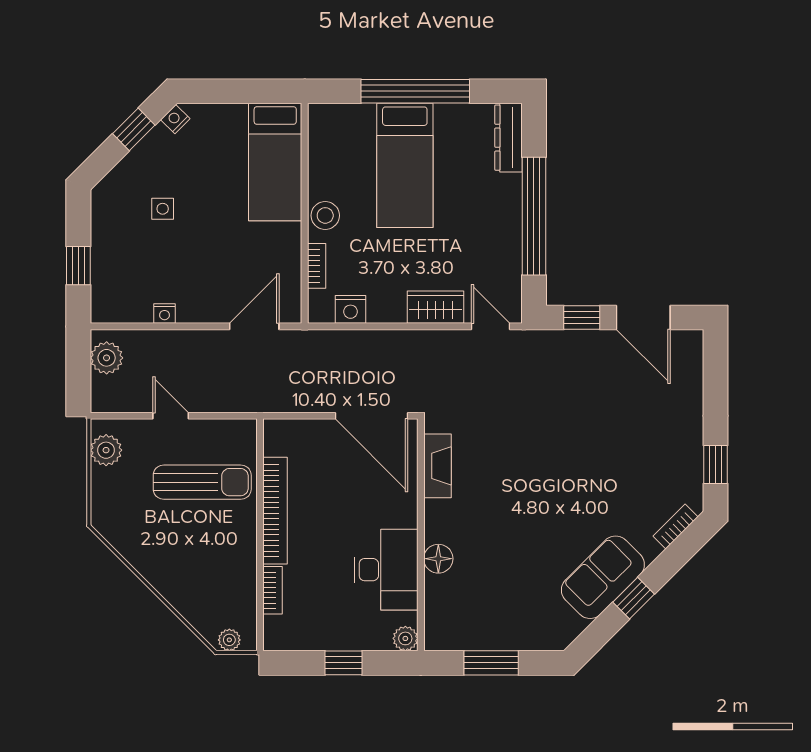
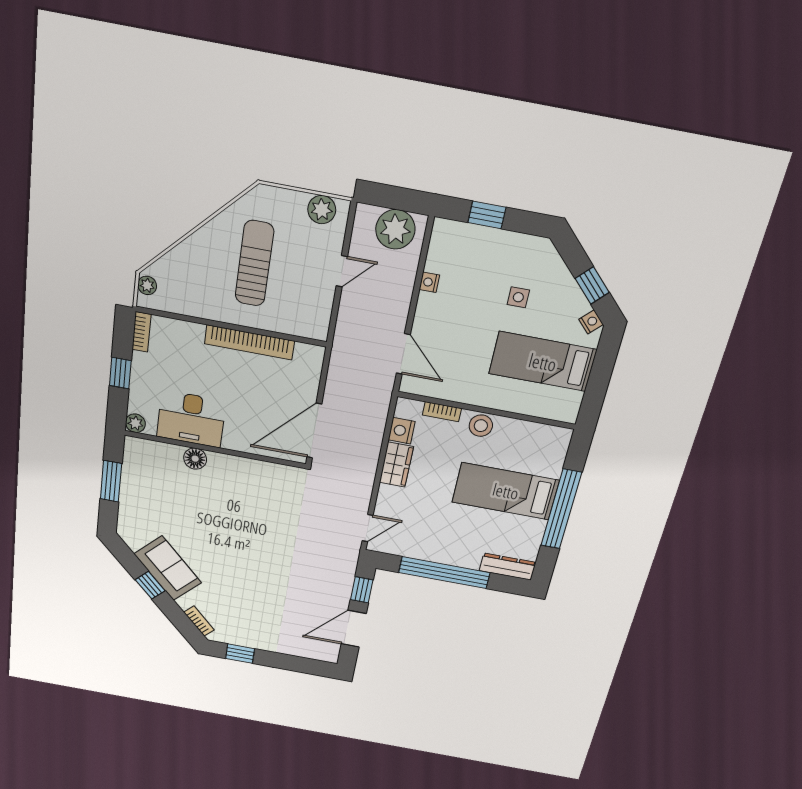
bed: (275, 162) -> (543, 362), moved
wardrobe: (435, 307) -> (396, 465), moved
plant: (107, 358) -> (395, 229), width x1.36, depth x1.36
fireplace: (437, 466) -> (267, 471), removed
sun lounger: (202, 482) -> (254, 264), moved, turned 180
bookcase: (273, 590) -> (142, 332), moved, turned -90

